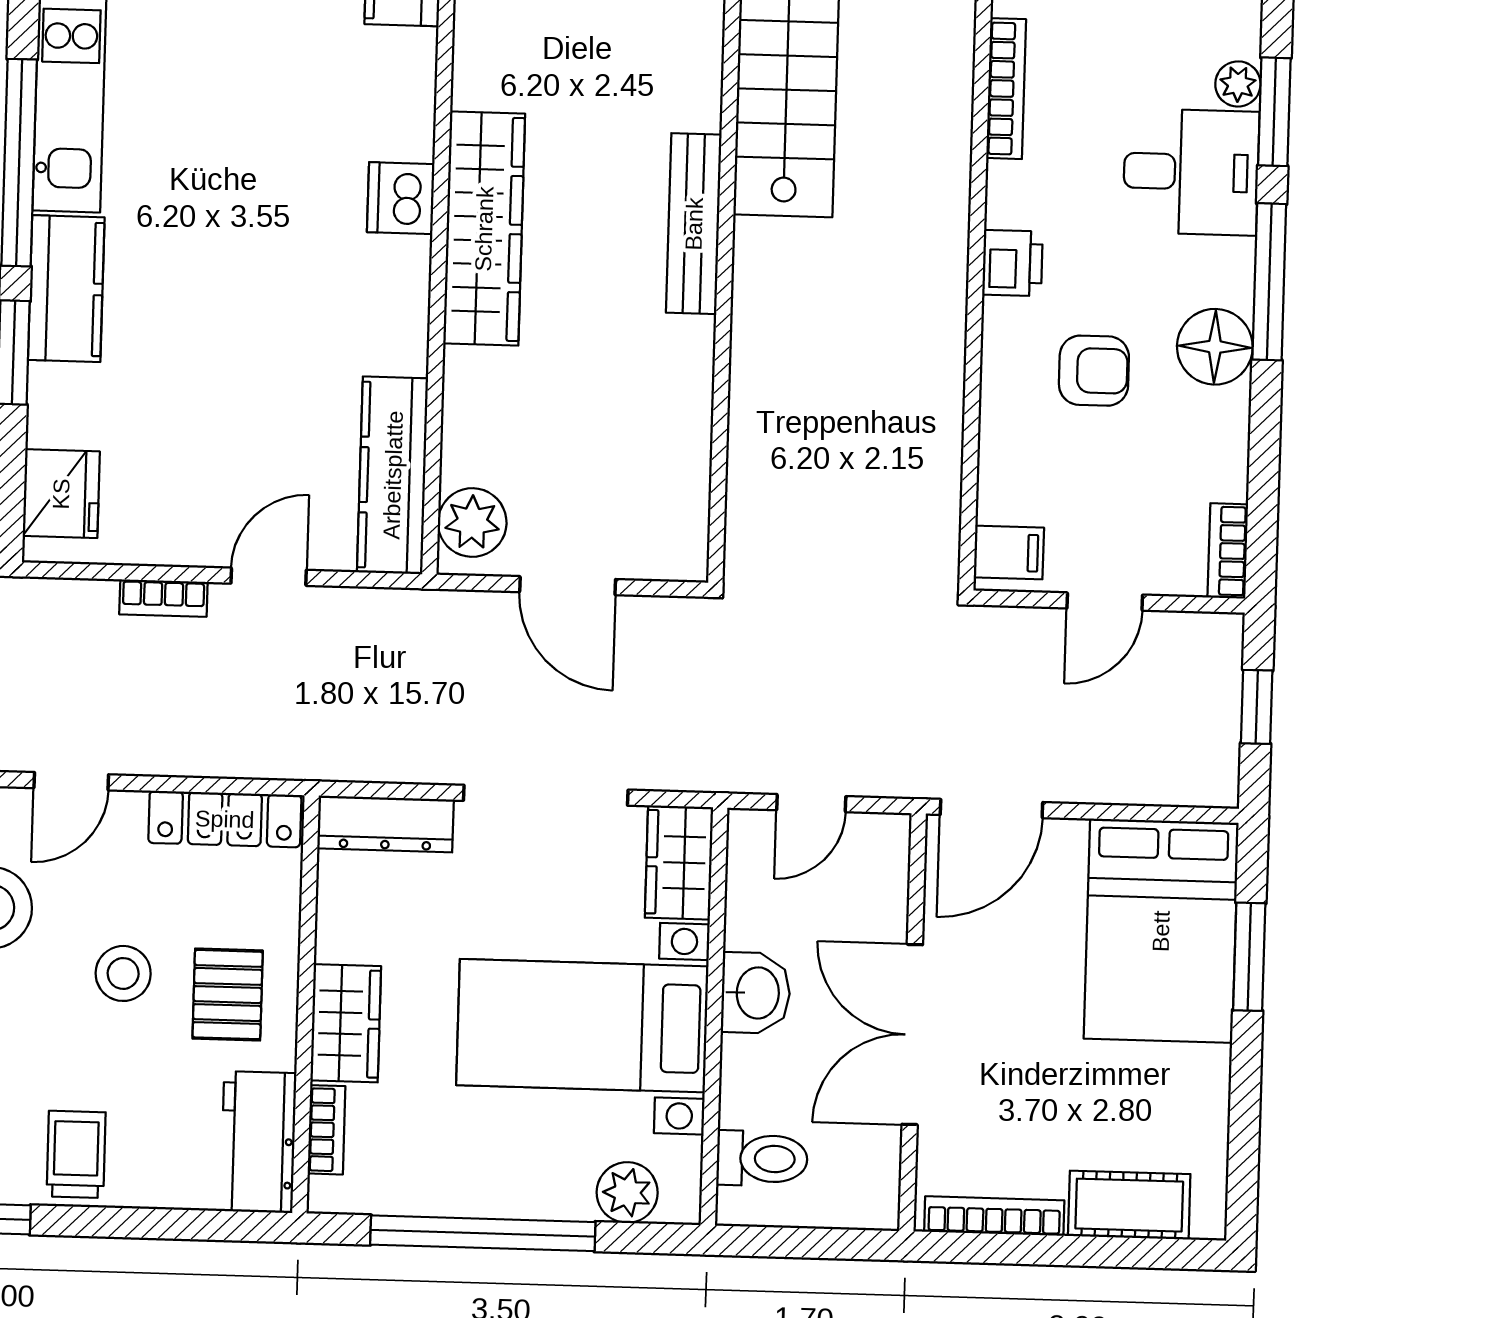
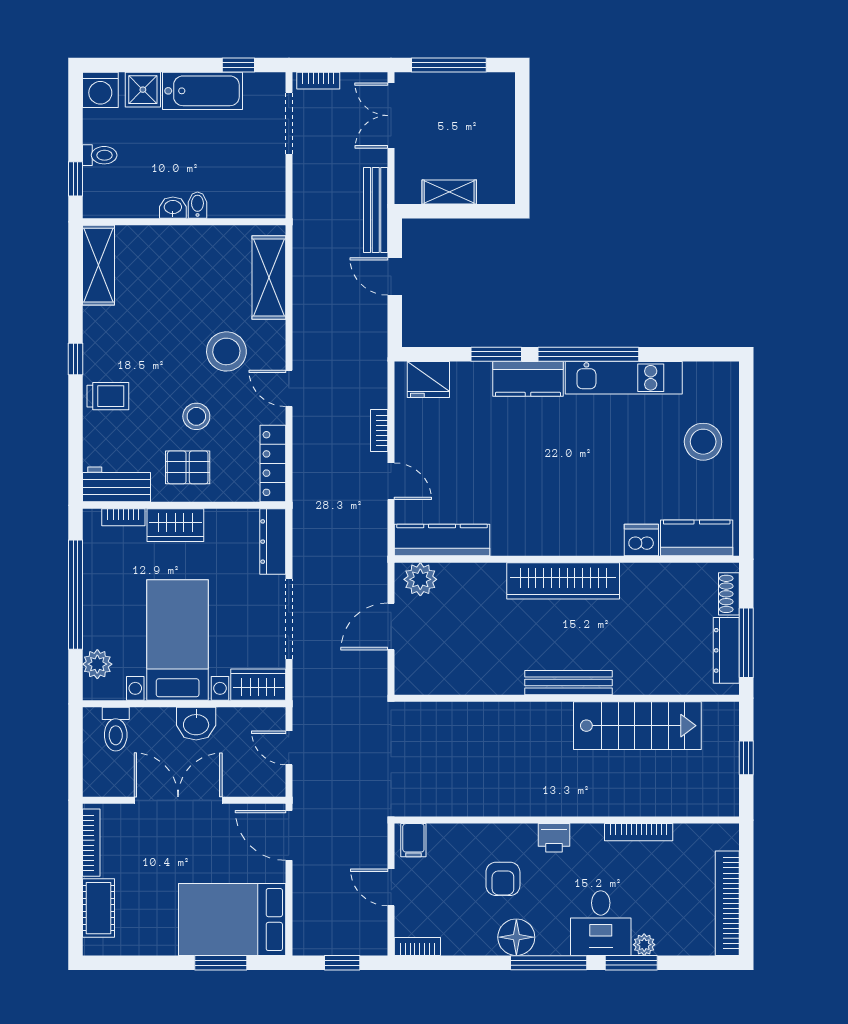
dishwasher: (401, 198) -> (641, 540), moved

